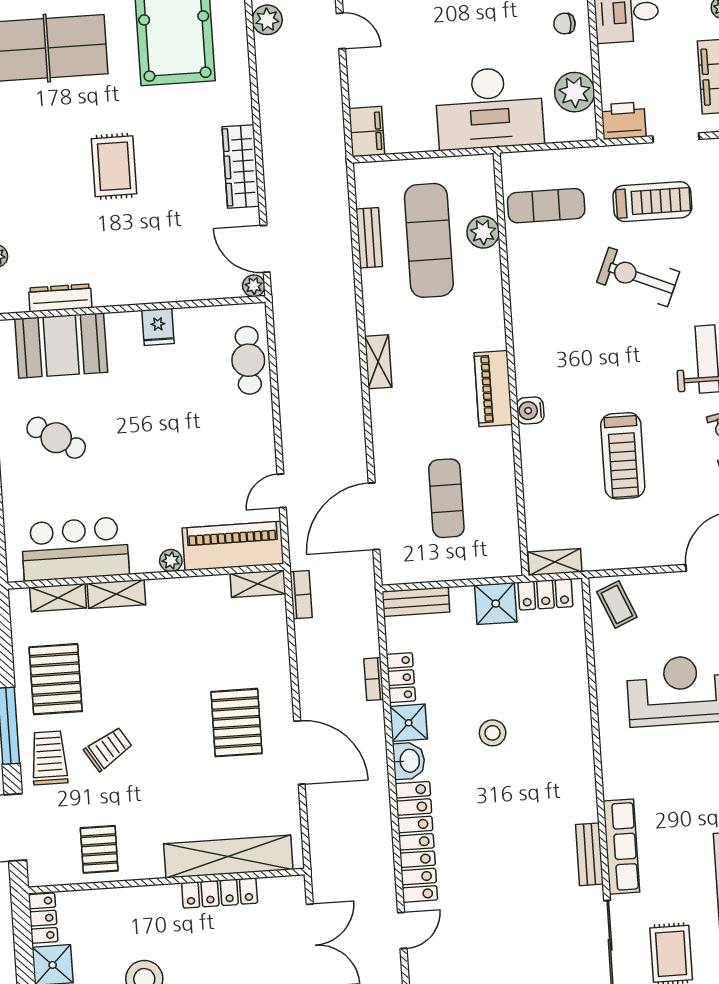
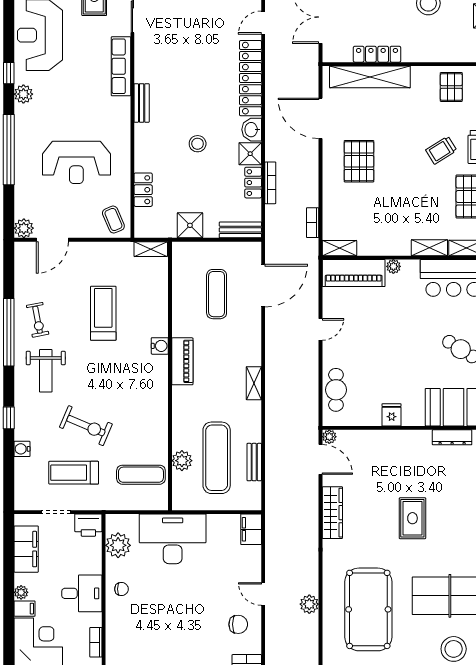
door: (282, 491) -> (321, 329), moved
locker: (545, 594) -> (143, 190), moved, turned 90
bookcase: (301, 595) -> (313, 223), moved
bookcase: (374, 679) -> (270, 183), width x1.56
door: (299, 753) -> (321, 118), moved
bench: (589, 854) -> (142, 103), moved

